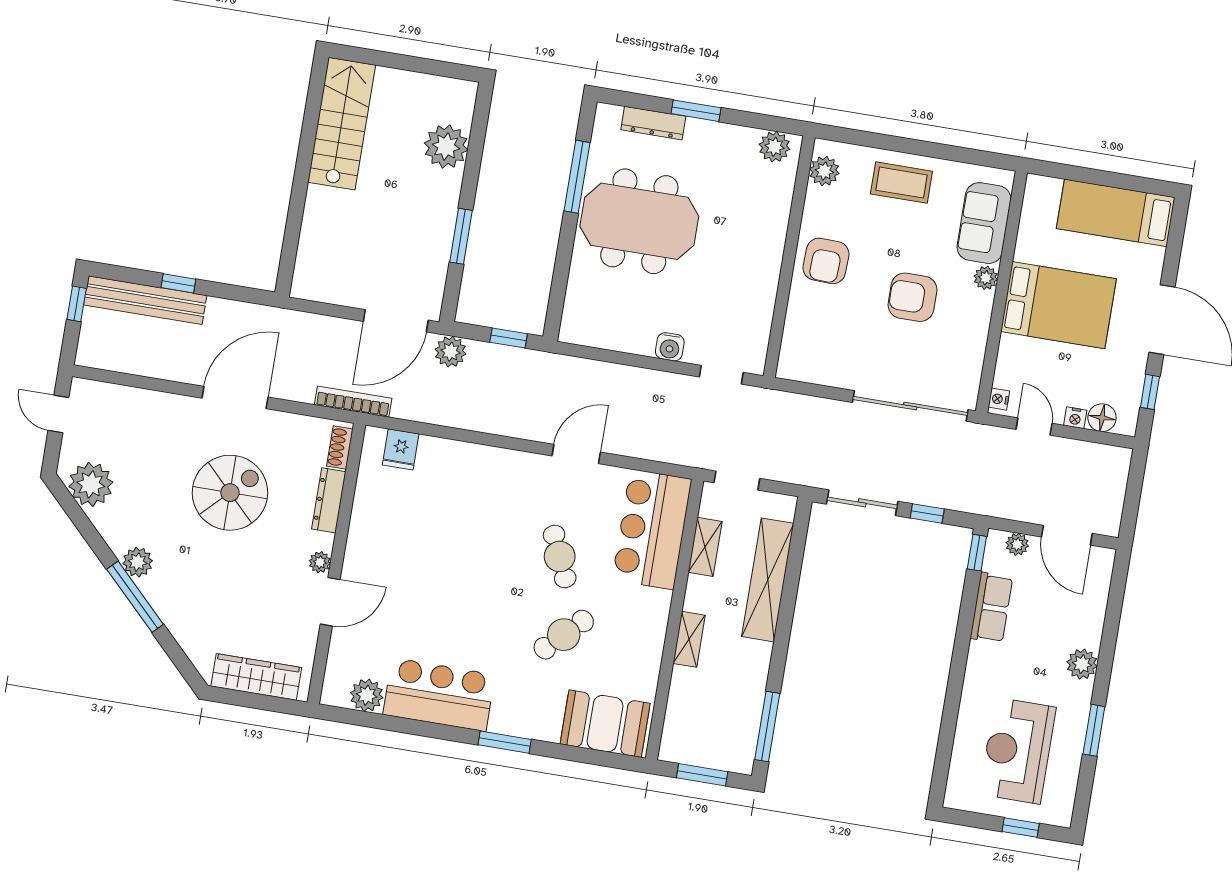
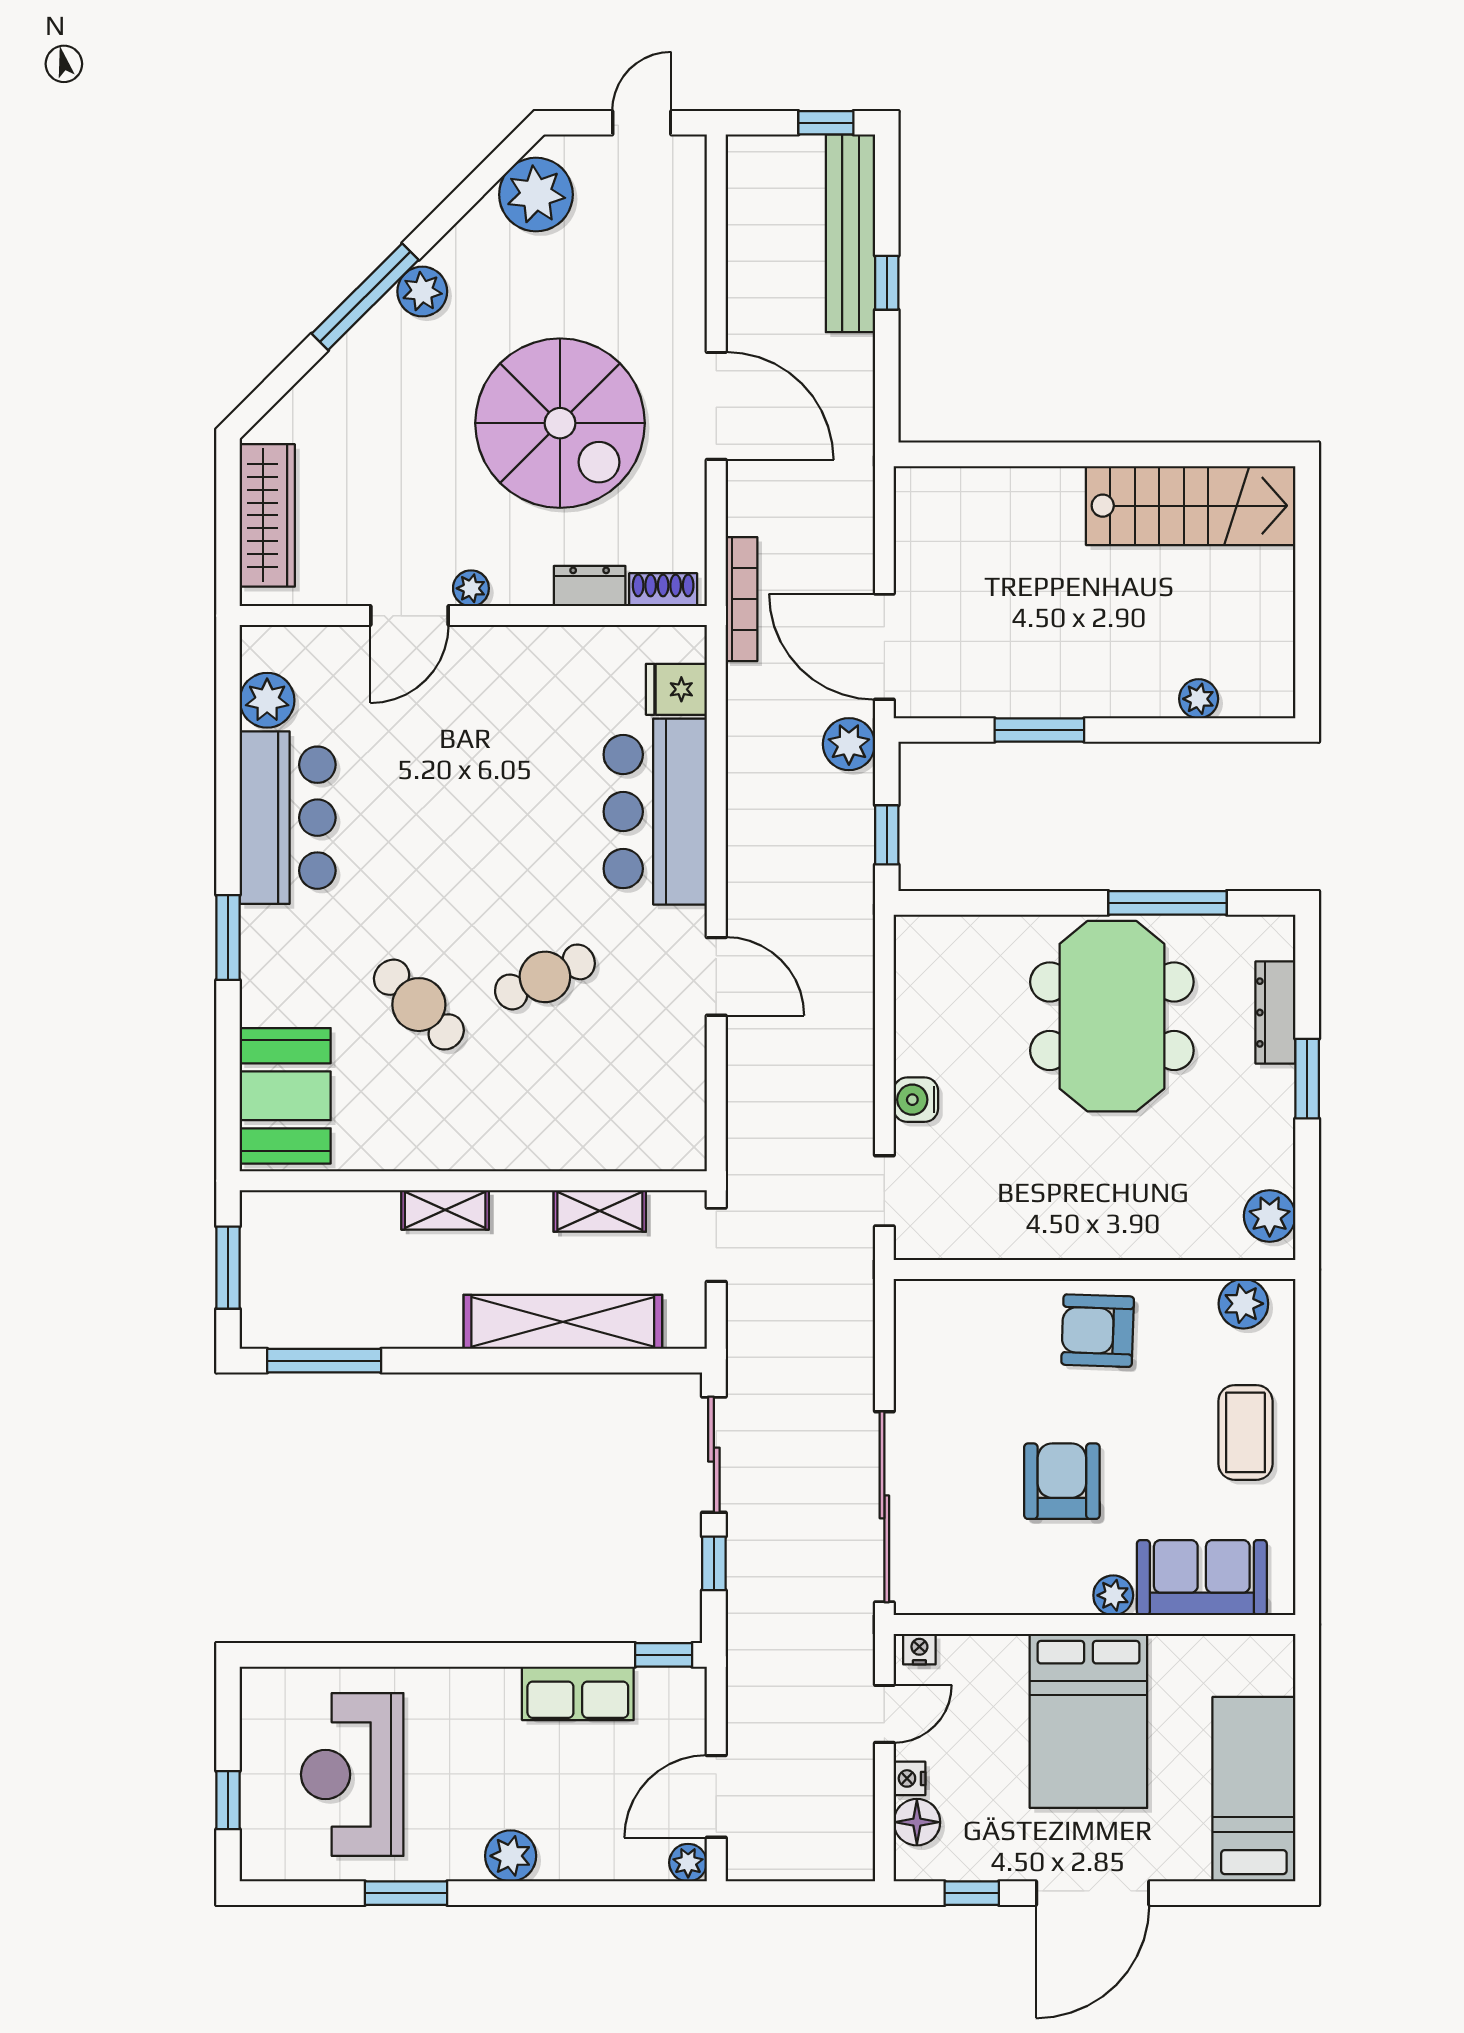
plant: (446, 147) -> (1199, 699), width x0.53, depth x0.53
spiral stairs: (230, 493) -> (560, 423), width x1.37, depth x1.37
dresser: (329, 500) -> (590, 586), width x0.70
bar counter: (652, 529) -> (655, 812), moved, turned -90
plant: (1017, 544) -> (688, 1863), moved
door: (330, 602) -> (409, 616), hinge flipped
reception desk: (1018, 751) -> (352, 1774), turned -90

